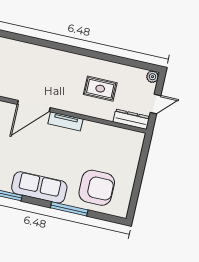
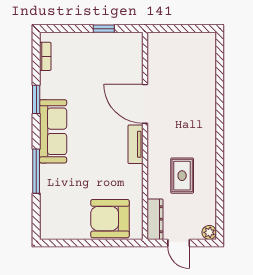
armchair: (97, 188) -> (110, 219), moved, turned 90

